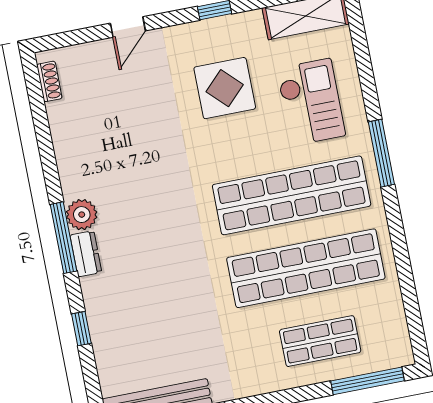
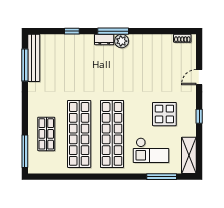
door: (128, 27) -> (199, 77), hinge flipped
window: (381, 153) -> (162, 177), moved

